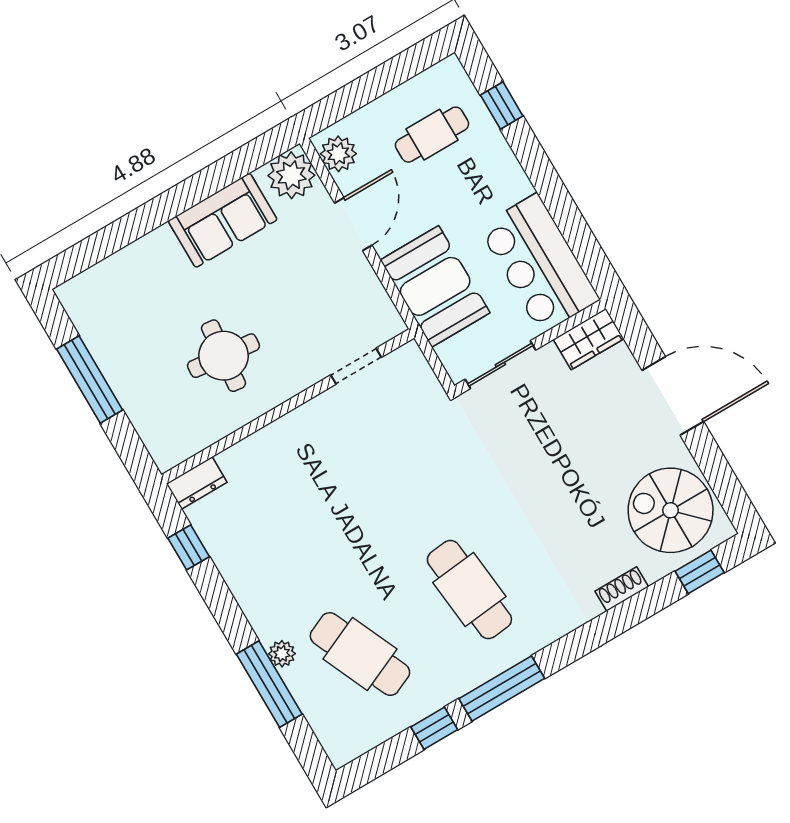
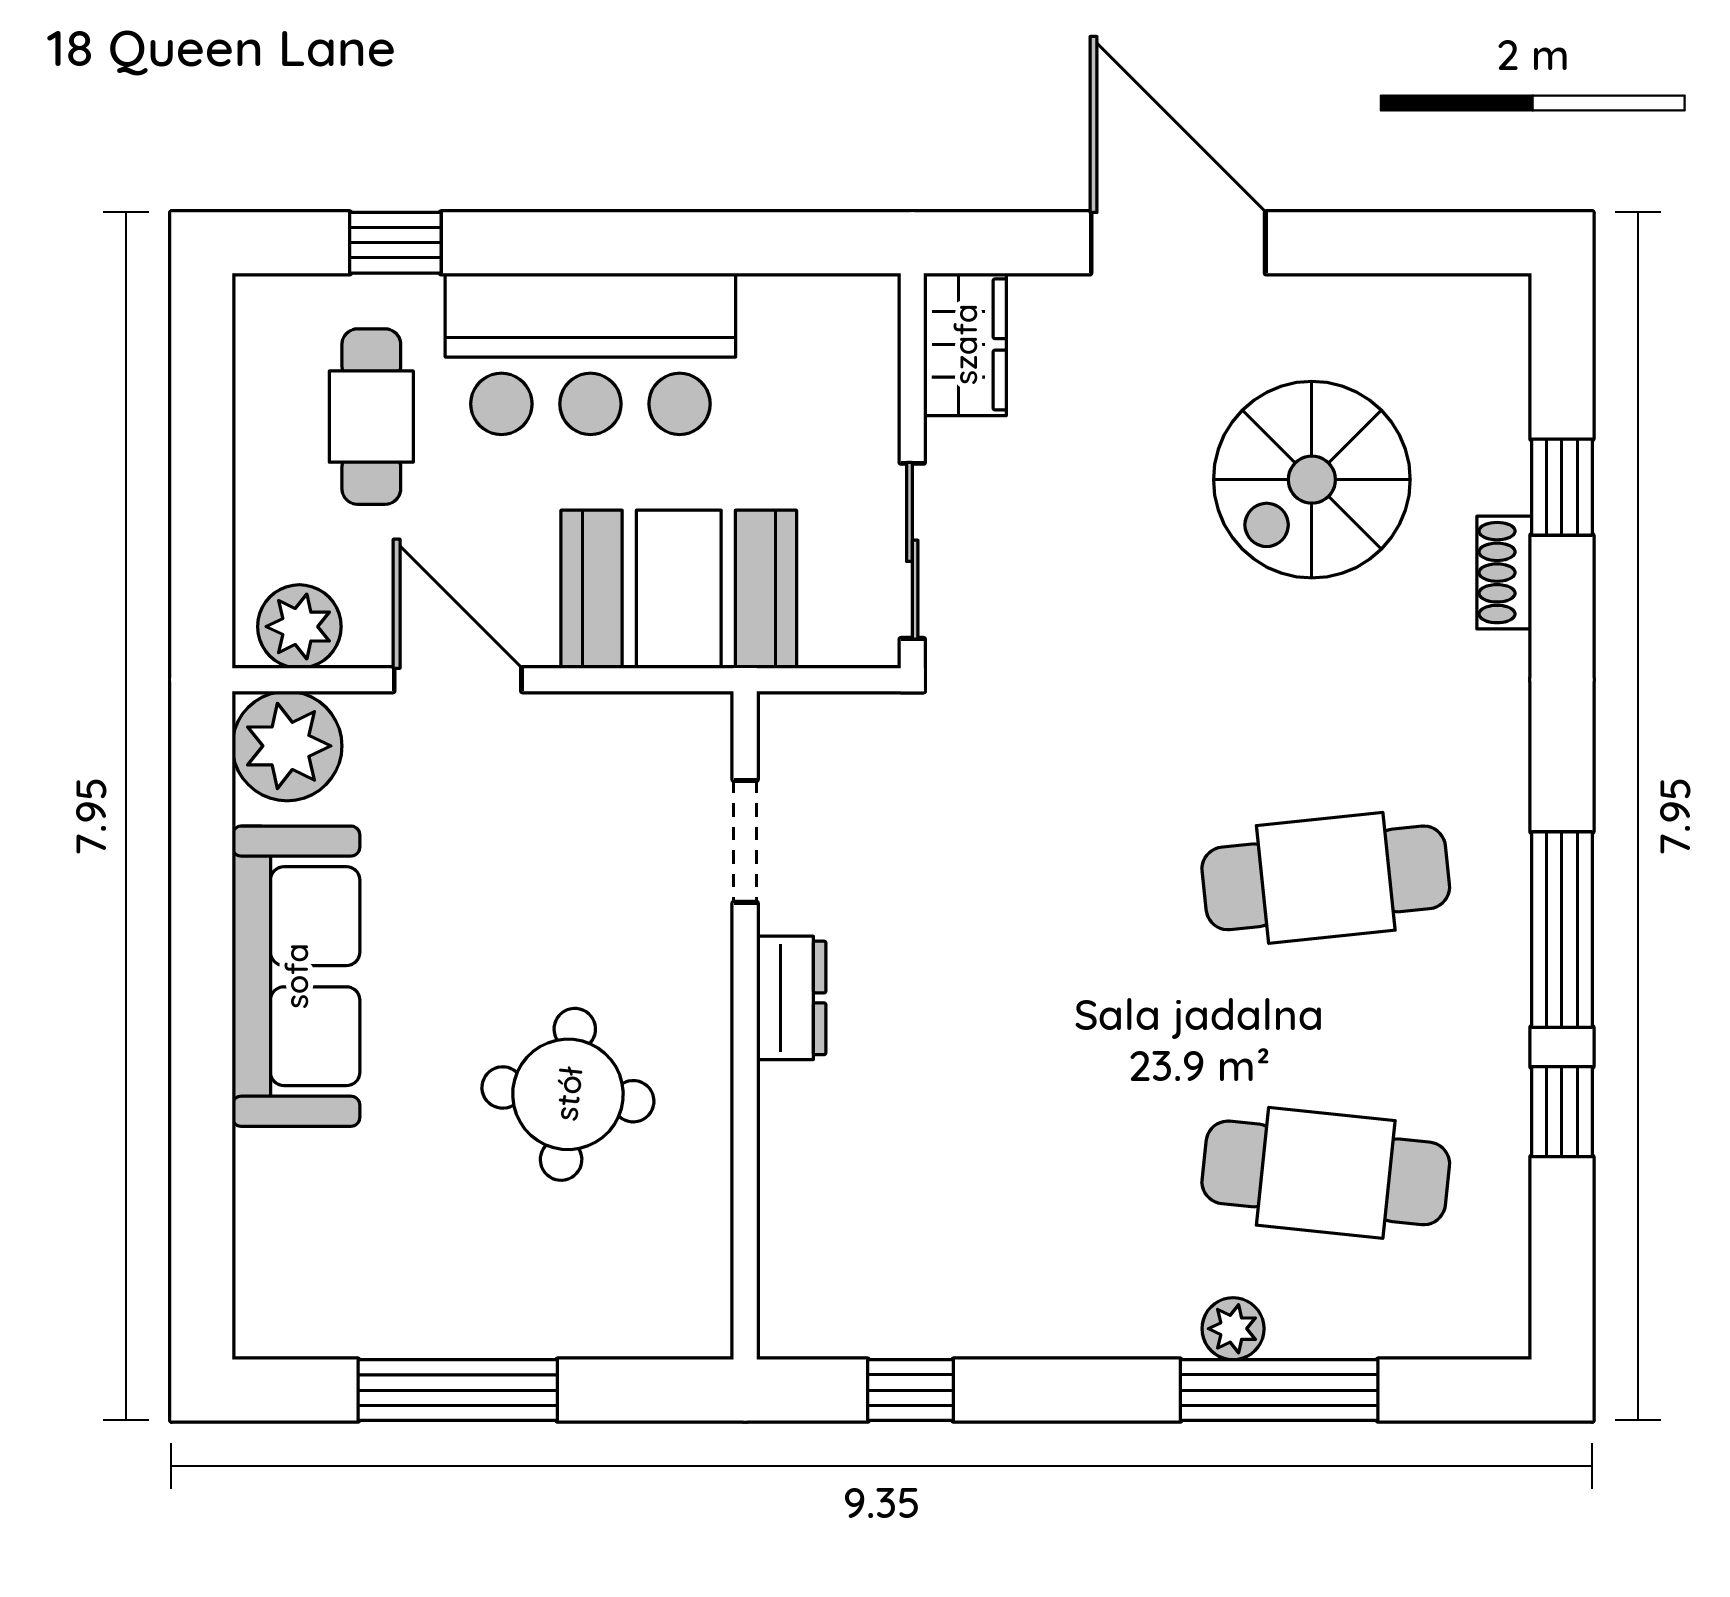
sofa: (223, 220) -> (296, 976), width x1.36
bar counter: (539, 263) -> (590, 354), moved
door: (673, 396) -> (1178, 243), hinge flipped
dresser: (197, 483) -> (791, 998), moved
spiral stairs: (671, 510) -> (1312, 480), moved
window: (700, 572) -> (1562, 487), moved
cafe table: (360, 654) -> (1326, 1173), turned 30

